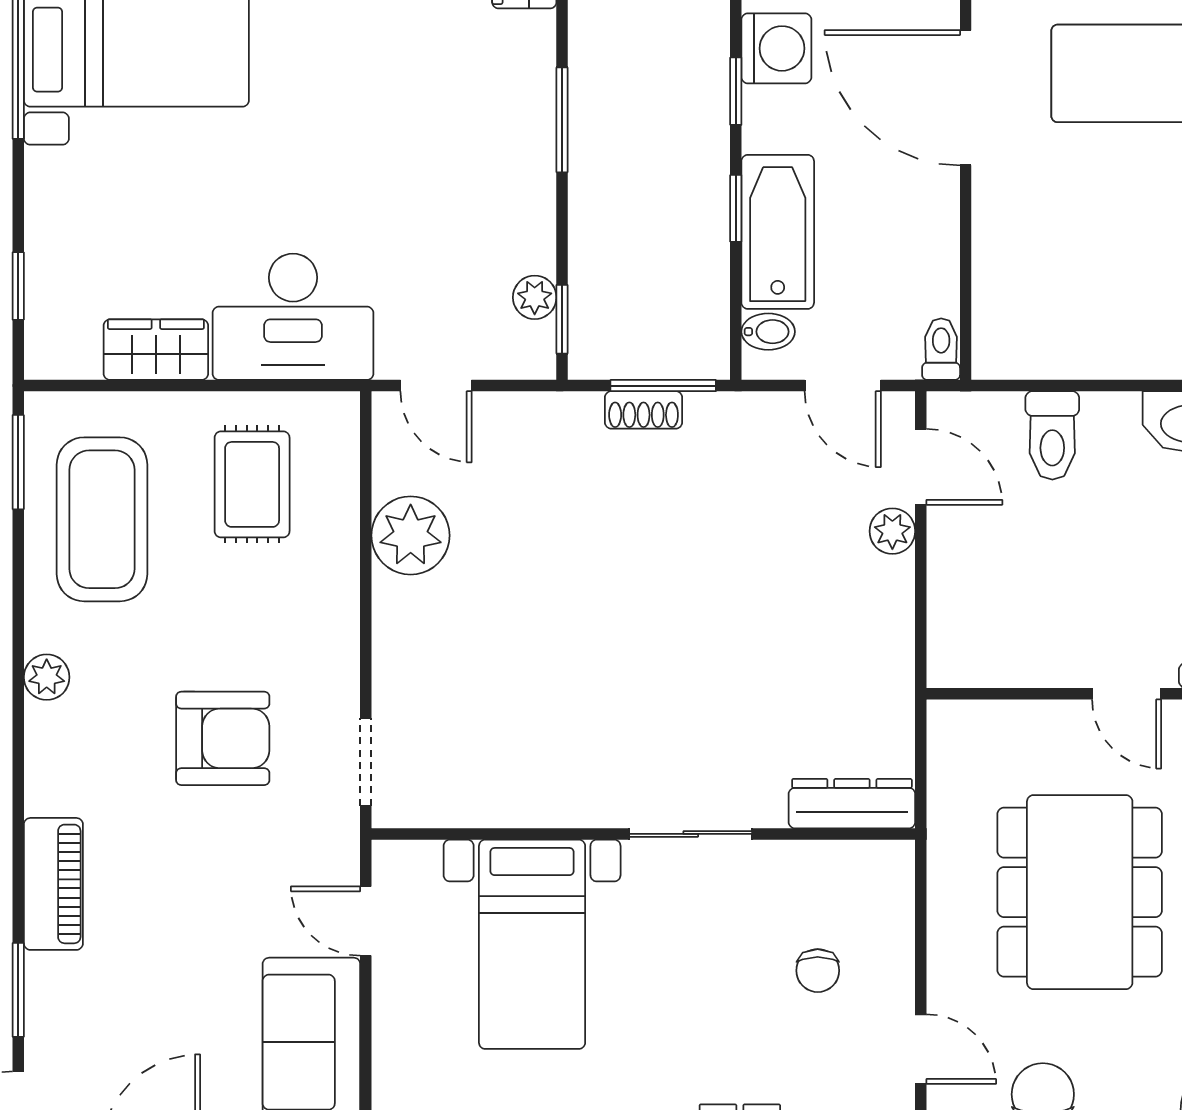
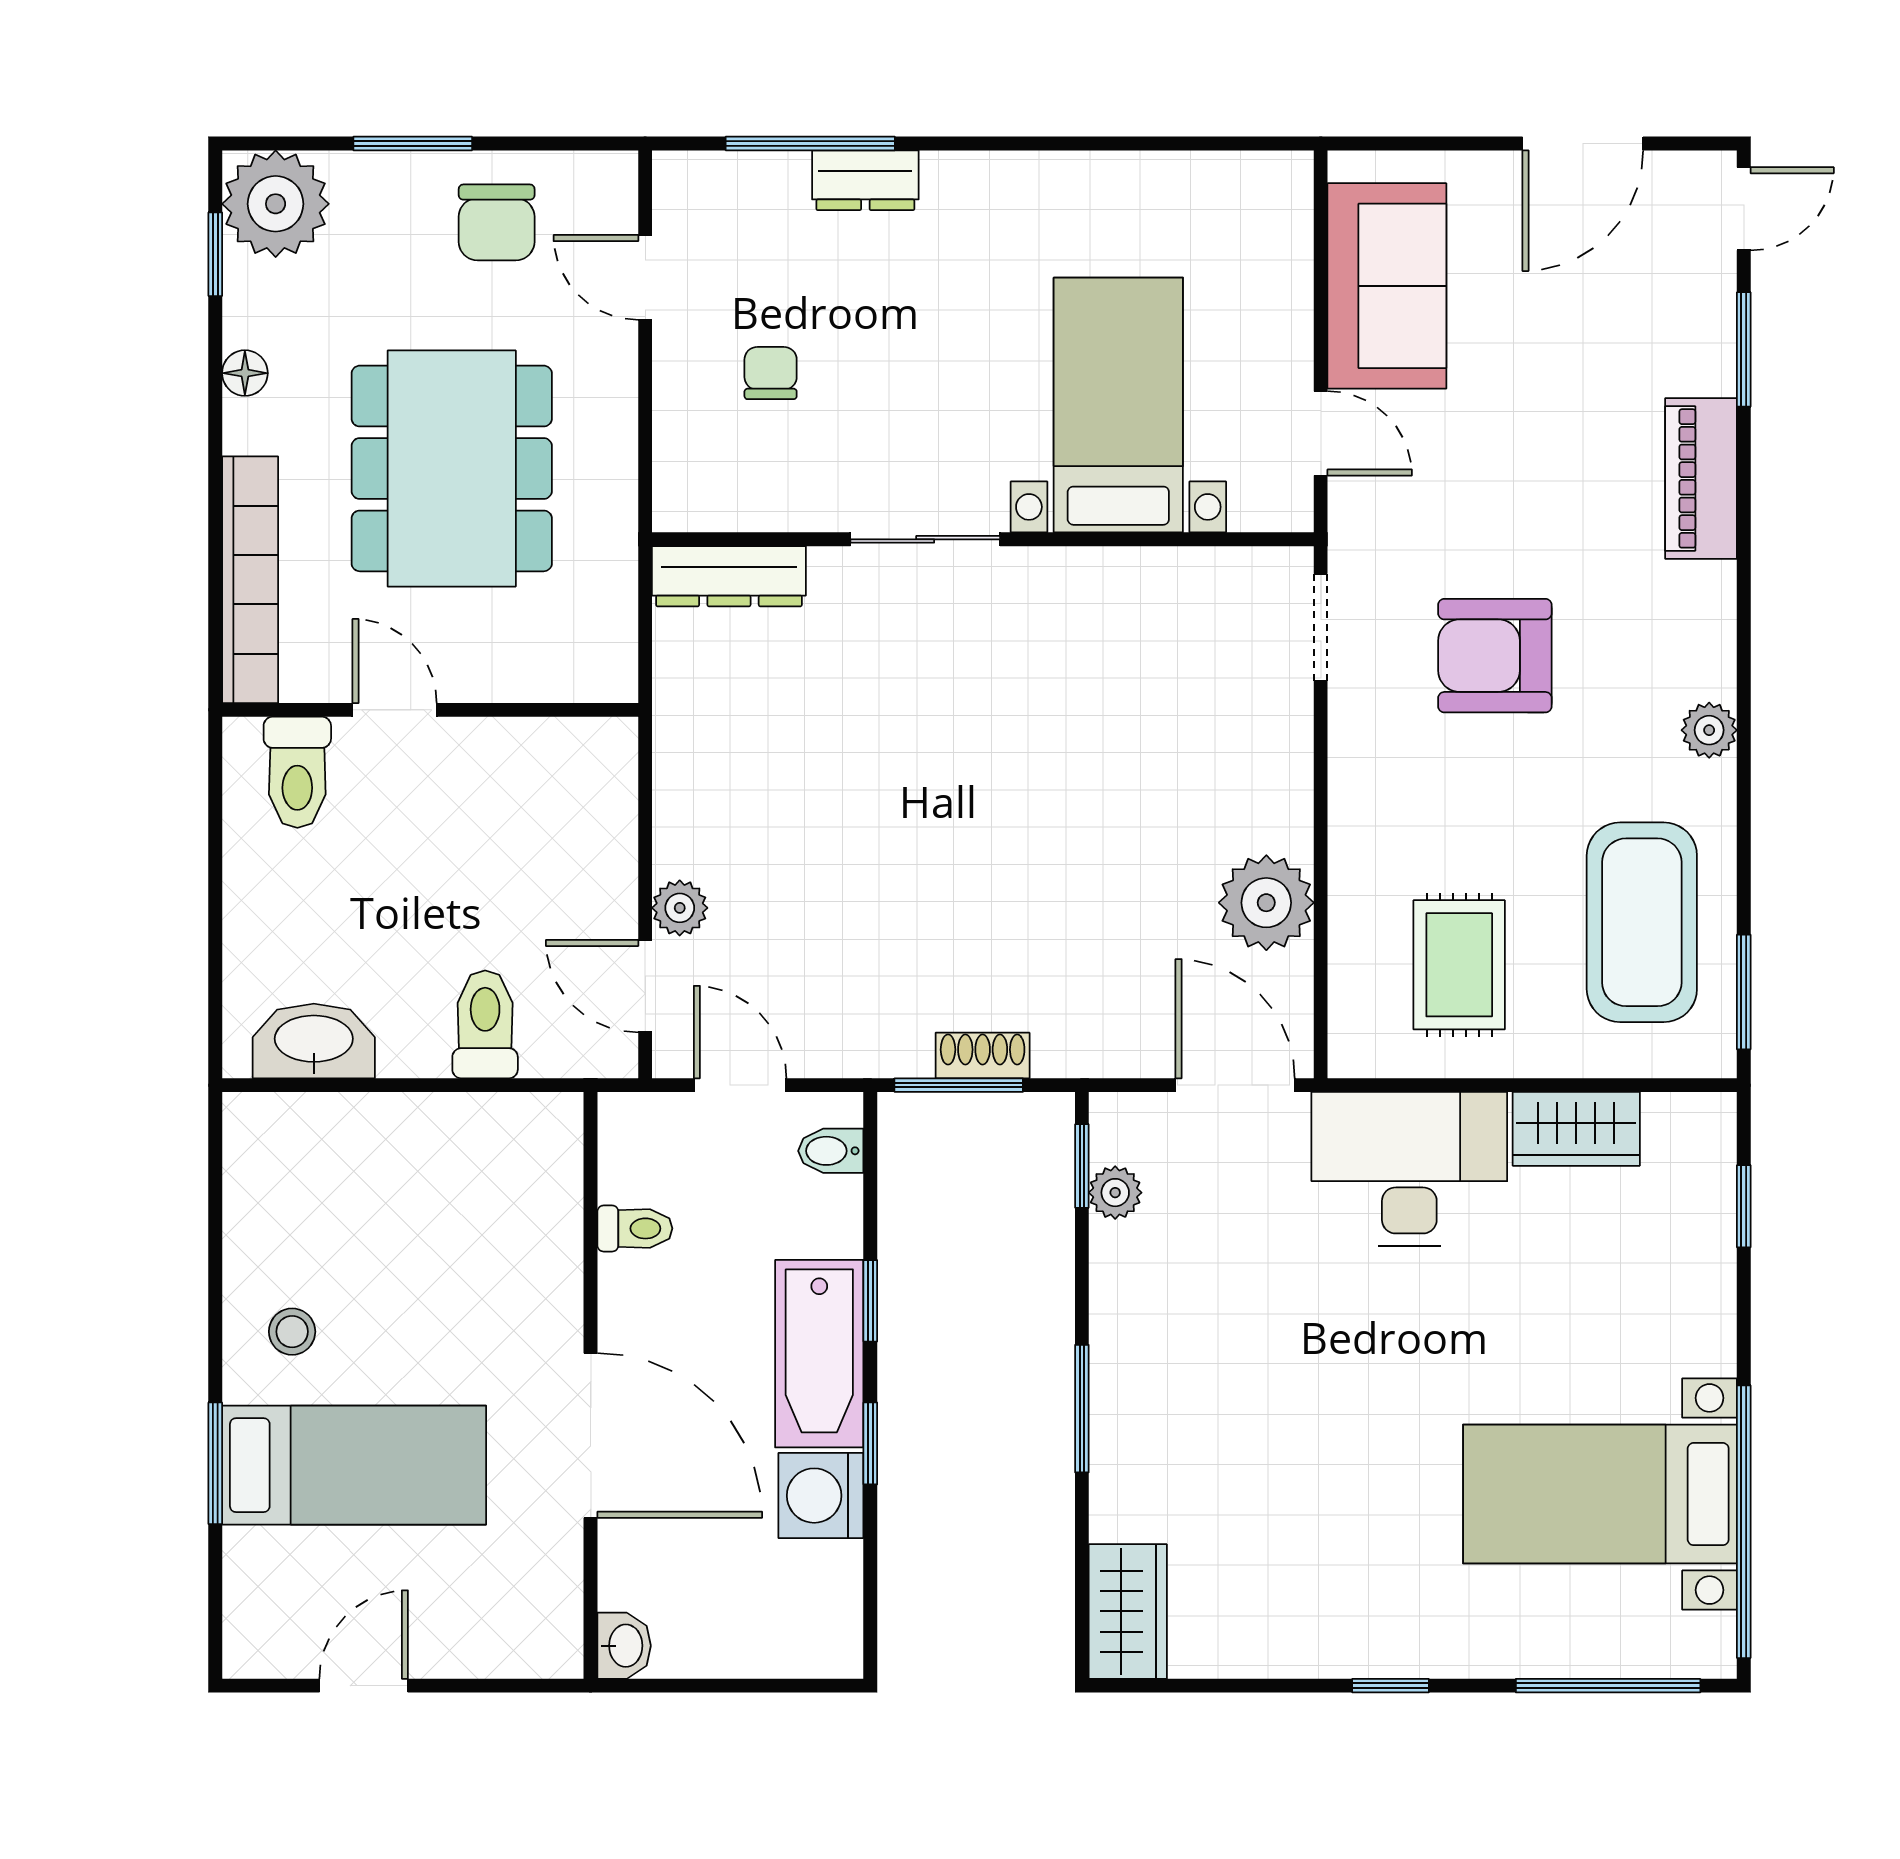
bathtub: (778, 232) -> (819, 1354), moved
toilet: (941, 349) -> (635, 1228), moved, turned -90
door: (436, 386) -> (1235, 1085), width x1.38

